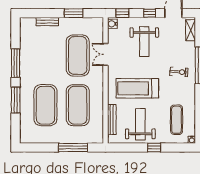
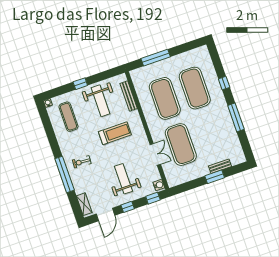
window: (74, 13) -> (215, 177), moved
treadmill: (137, 88) -> (115, 133), width x0.73, depth x0.73
window: (16, 100) -> (224, 83), width x0.46

